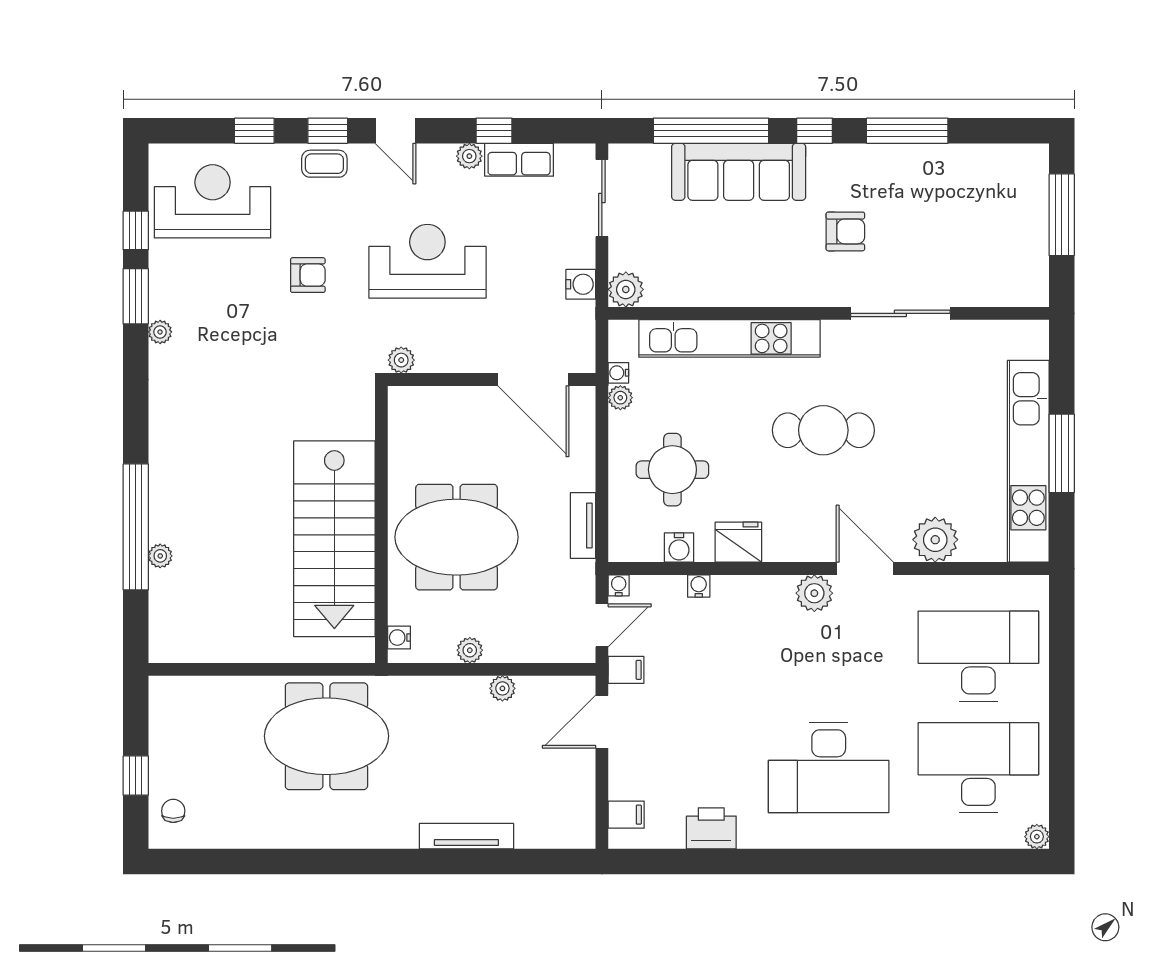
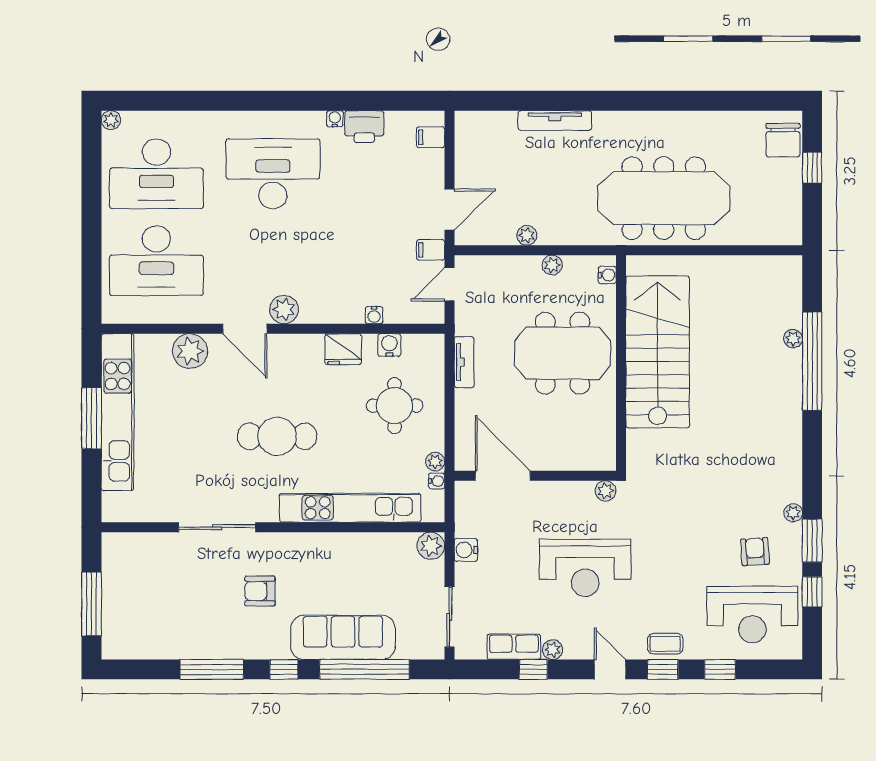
armchair: (308, 275) -> (755, 552), moved, turned 86
water cooler: (619, 585) -> (335, 119), moved, turned 180
meeting table: (326, 736) -> (664, 198), width x1.36
chair: (173, 811) -> (783, 140), width x1.87, depth x1.87

